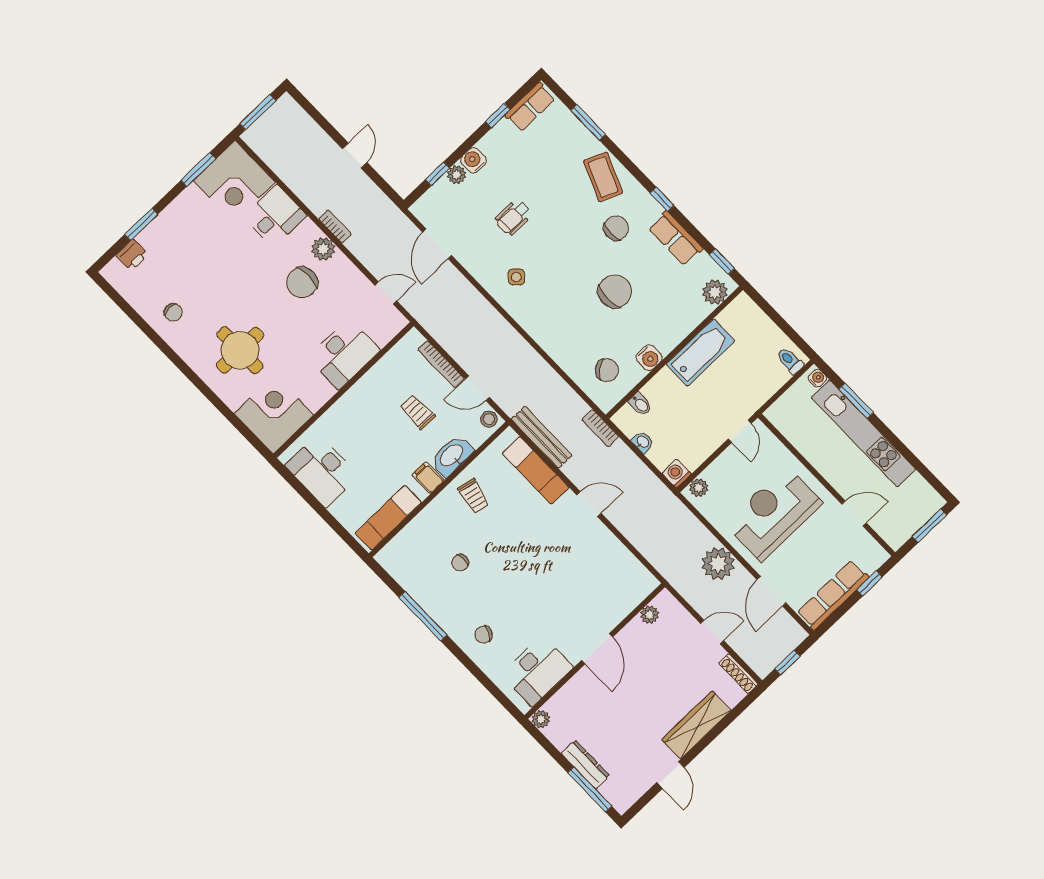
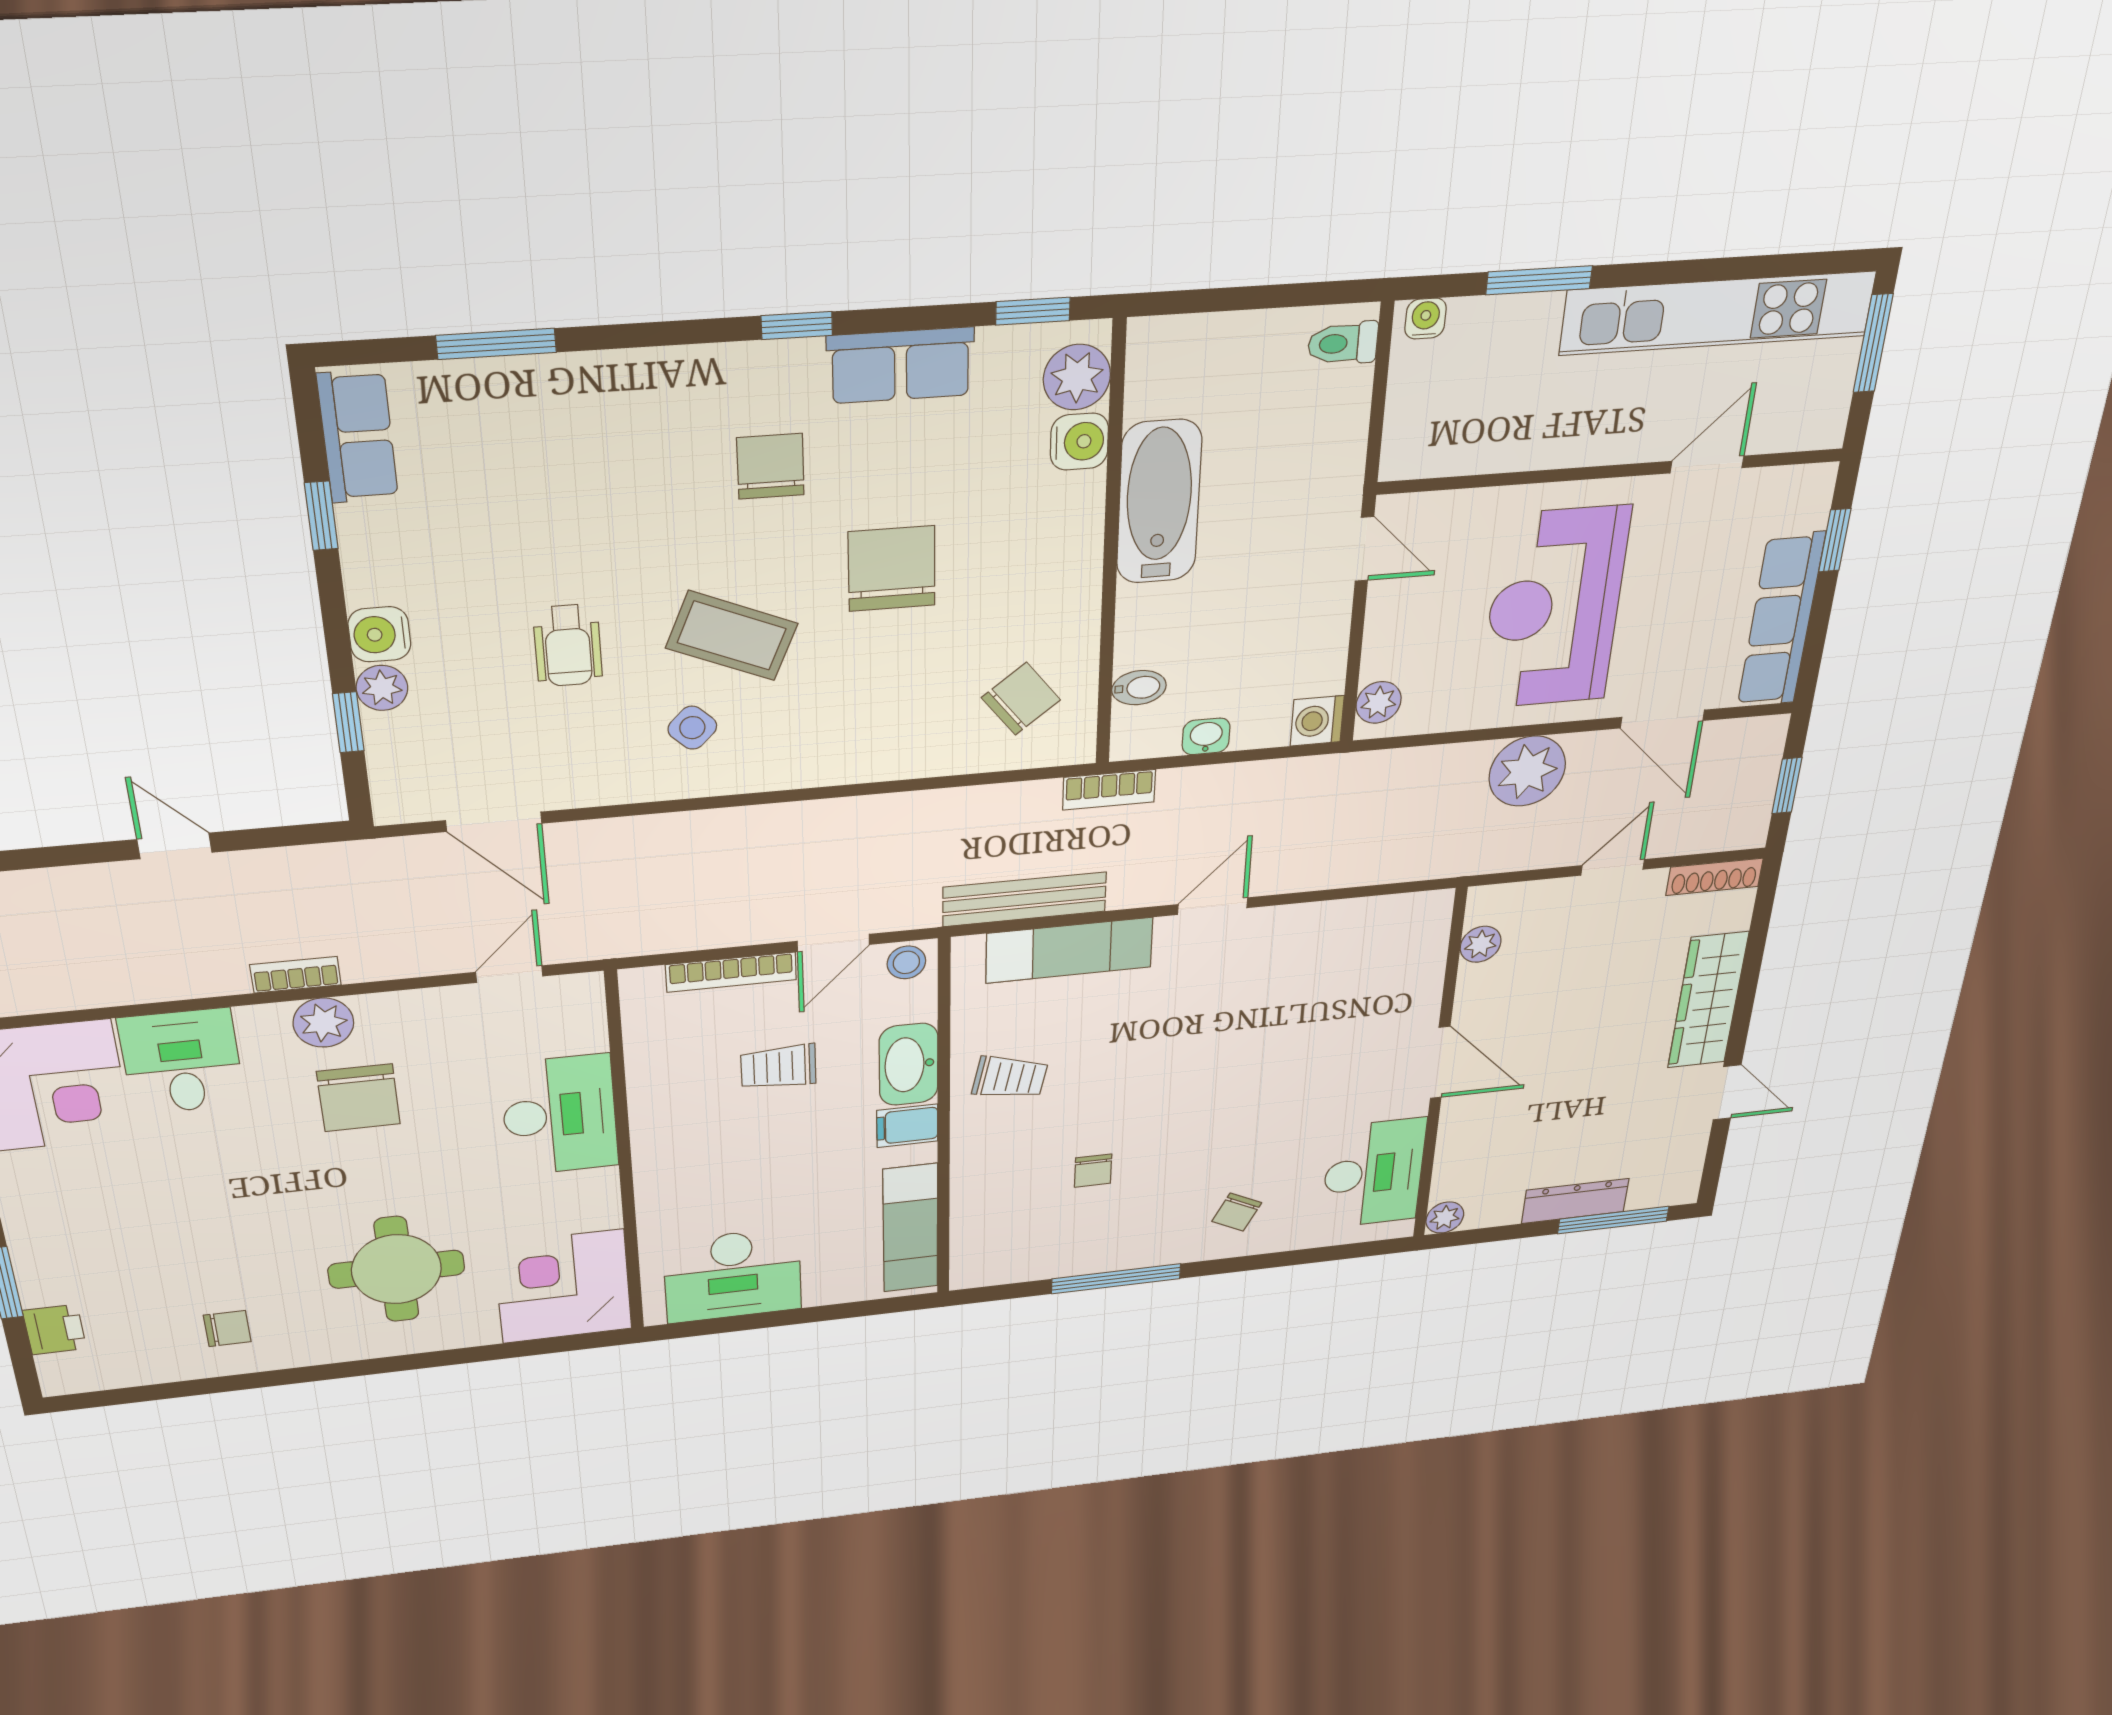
coffee table: (603, 177) -> (732, 636), moved
water cooler: (649, 358) -> (1079, 442), moved
kitchen unit: (863, 434) -> (1718, 313), moved

